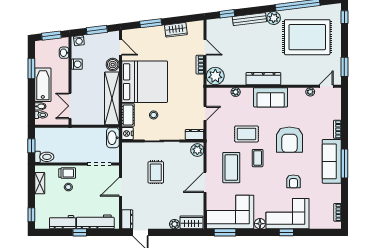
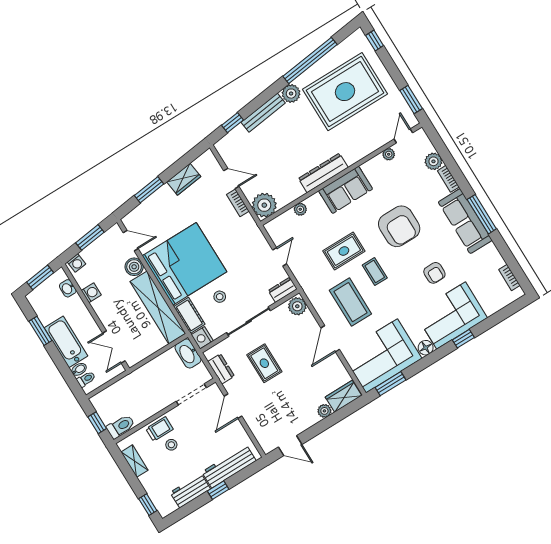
plant: (335, 113) -> (433, 161), added
dresser: (127, 219) -> (221, 369), moved

